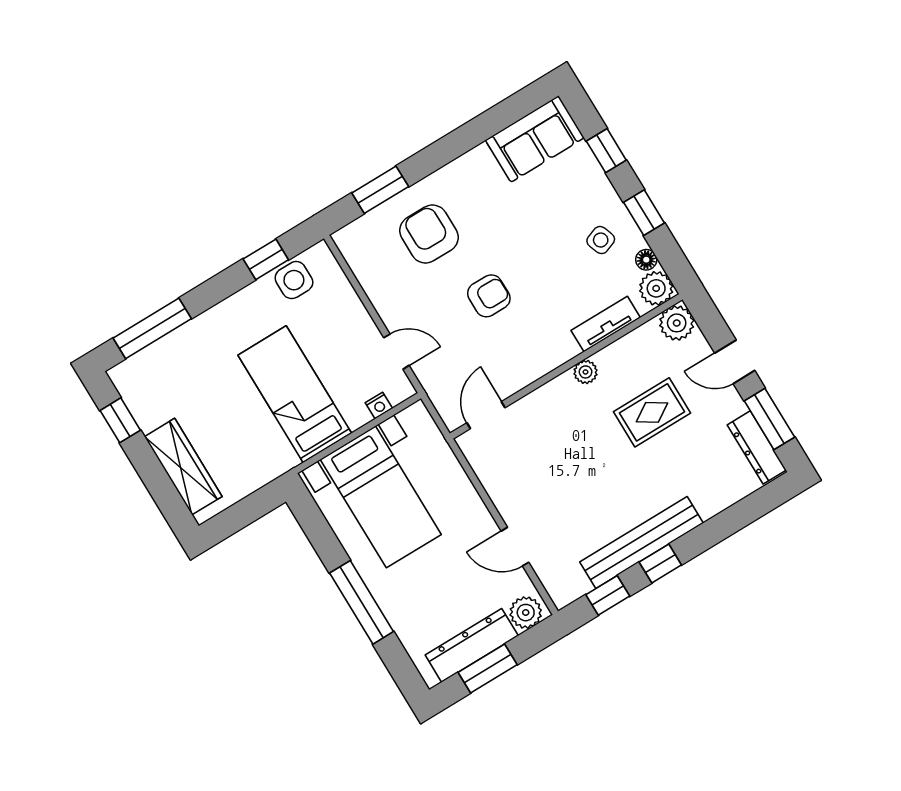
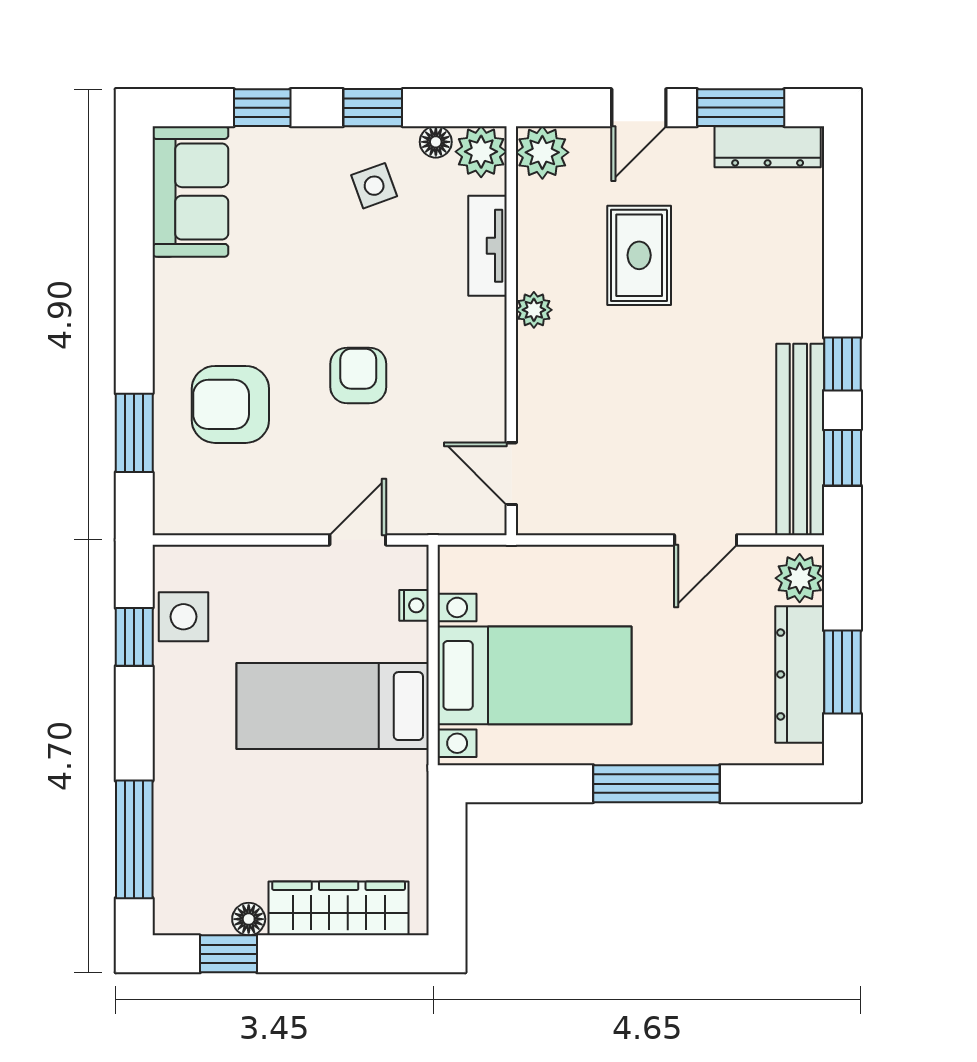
floor lamp: (147, 420) -> (249, 919), added
bench: (642, 542) -> (800, 439), moved

